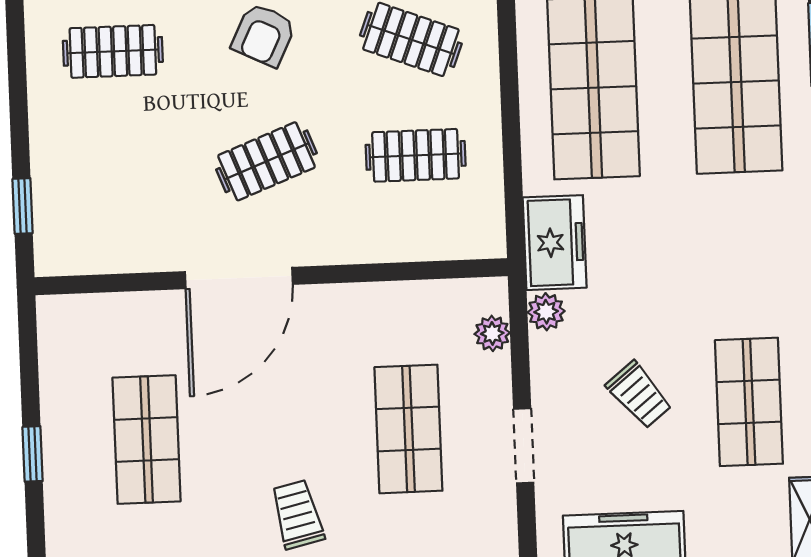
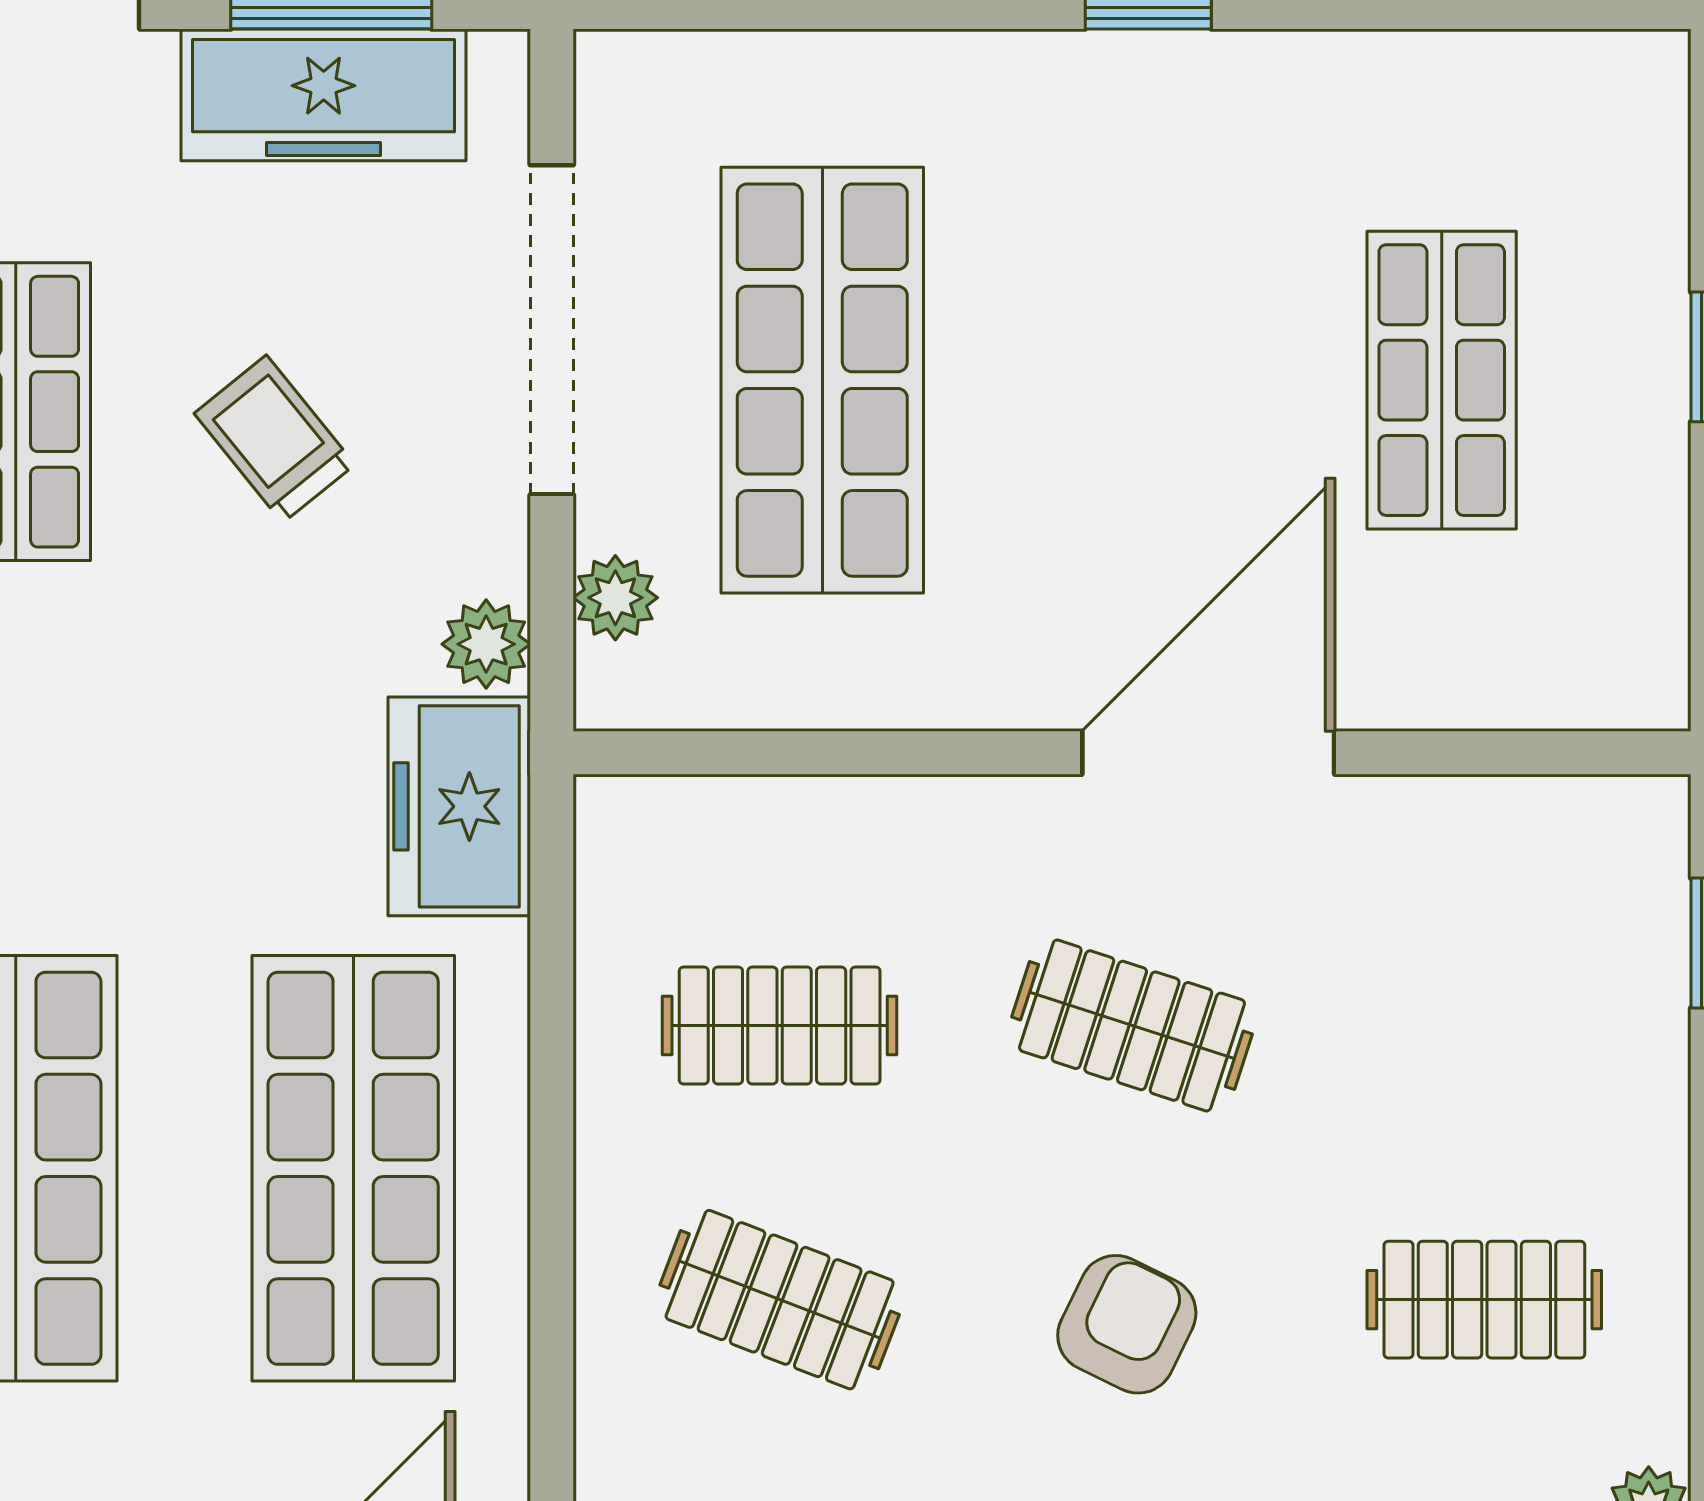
clothes rail: (267, 161) -> (1132, 1026), turned 39
shop shelf: (408, 429) -> (822, 380), width x1.43, depth x1.36
doorway: (524, 446) -> (552, 330), width x1.88
trolley: (297, 514) -> (1092, 189), removed

